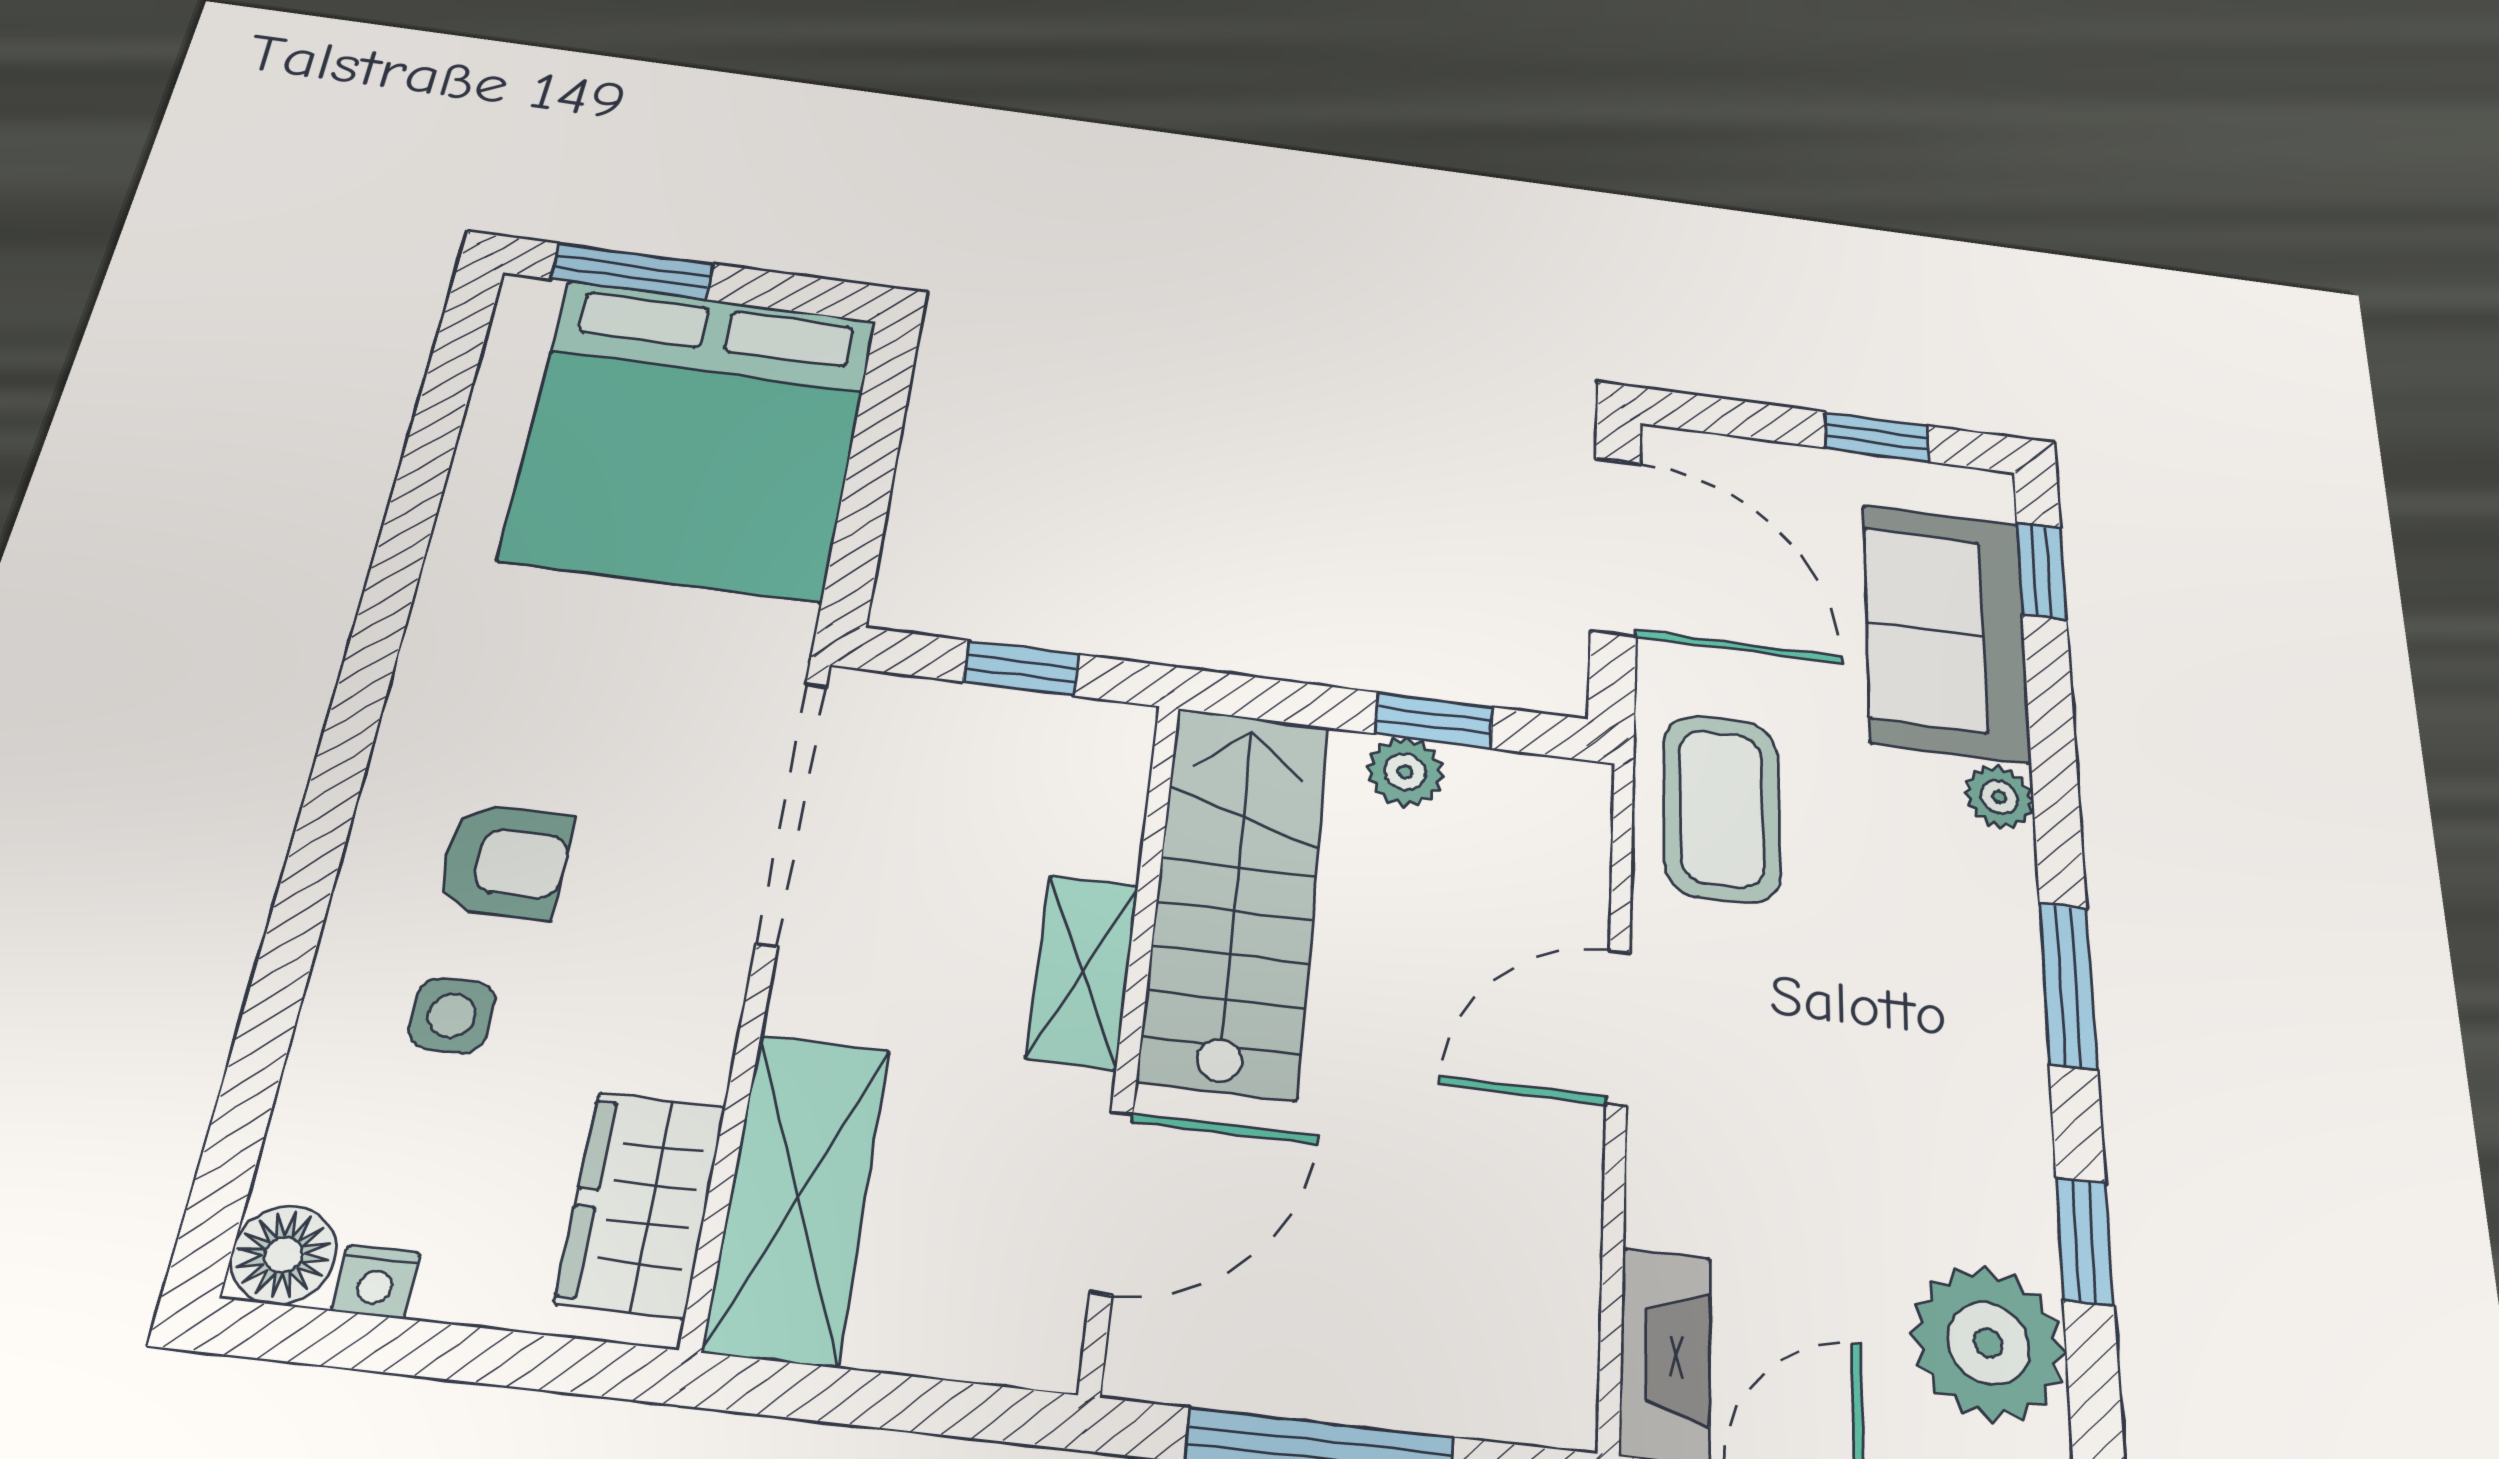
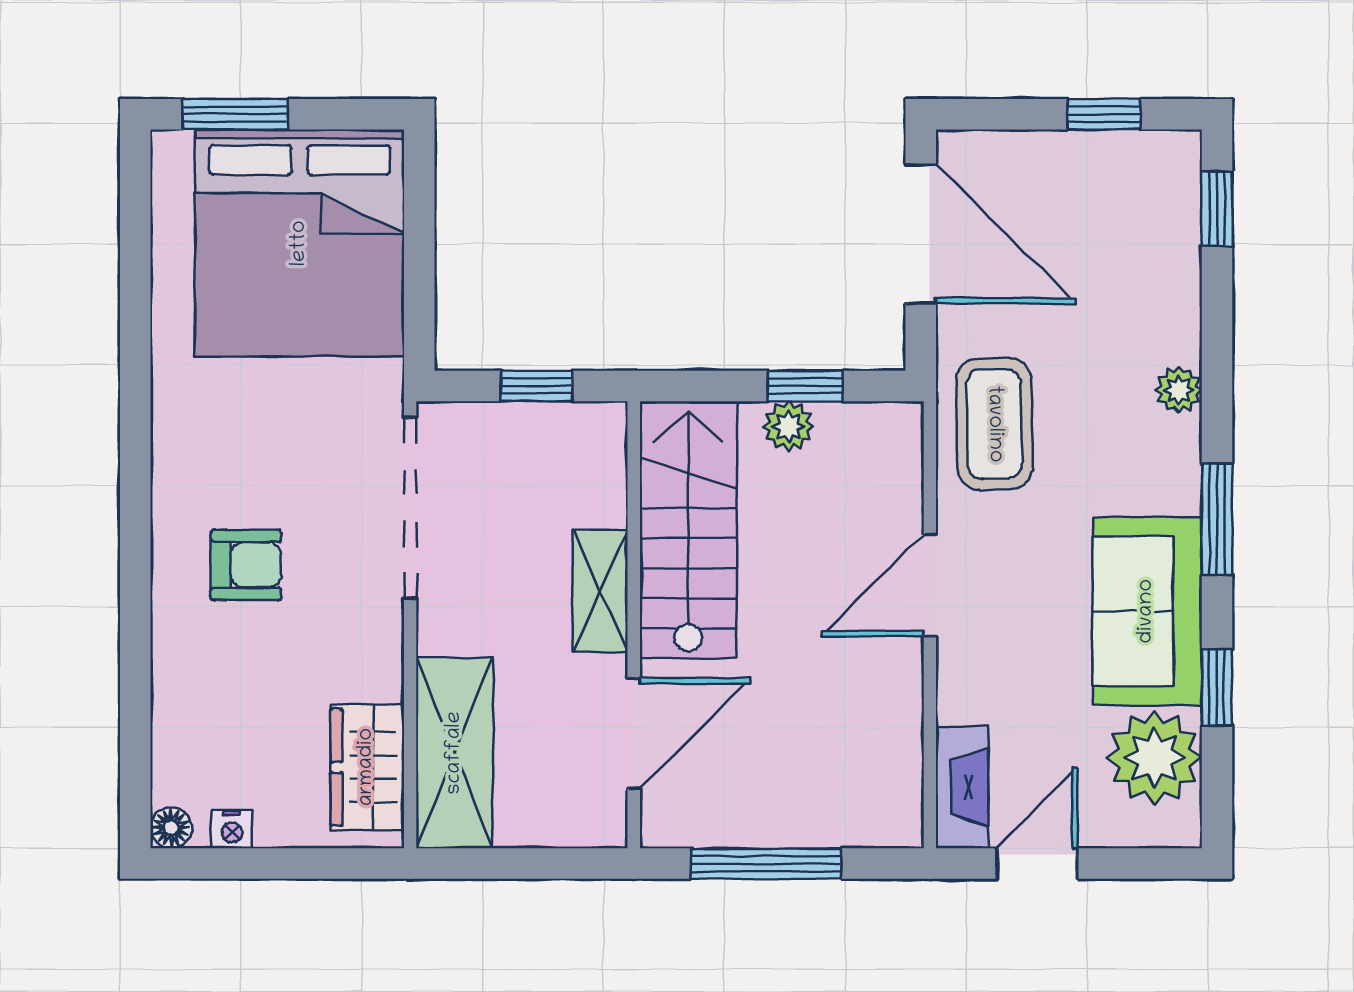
sofa: (1945, 632) -> (1147, 611), moved
side table: (452, 1015) -> (237, 667), removed
floor lamp: (284, 1255) -> (171, 828), width x0.73, depth x0.73

